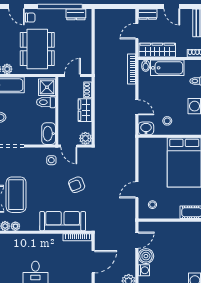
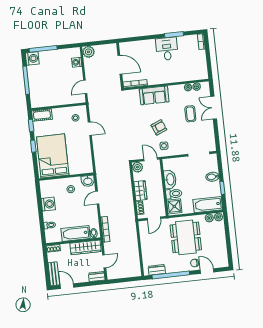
door: (172, 7) -> (67, 286), moved
door: (137, 107) -> (97, 198), hinge flipped
washbasin: (49, 134) -> (170, 179), moved
armchair: (77, 185) -> (159, 127), moved
door: (137, 190) -> (90, 129), hinge flipped
coffee table: (16, 195) -> (190, 114), width x0.54, depth x0.58
sofa: (63, 221) -> (154, 95), width x0.73
boiler: (146, 256) -> (76, 74), removed
door: (93, 262) -> (120, 65), swing flipped

